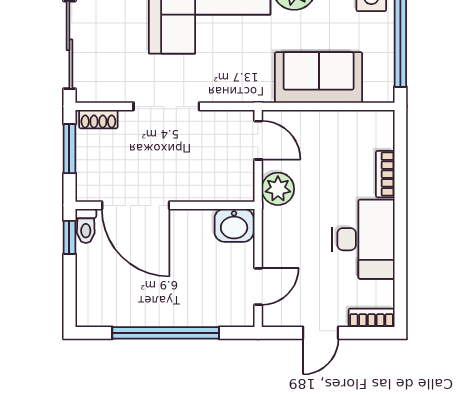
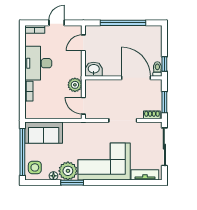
sofa: (319, 77) -> (44, 133), moved

